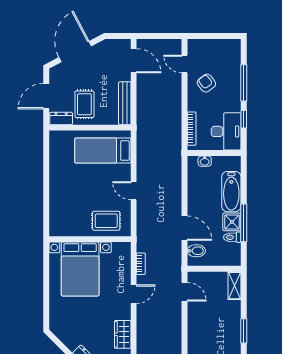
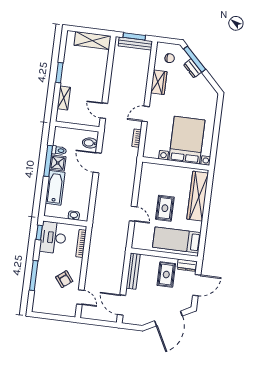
window: (244, 119) -> (39, 232), moved
bed: (103, 151) -> (177, 240), moved, turned 180
door: (134, 191) -> (133, 214), moved
wardrobe: (59, 203) -> (198, 196), added
rug: (106, 221) -> (165, 208), moved, turned 90
shelving: (235, 286) -> (64, 98), moved

